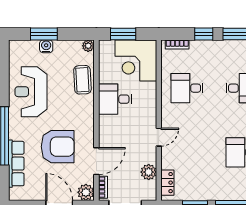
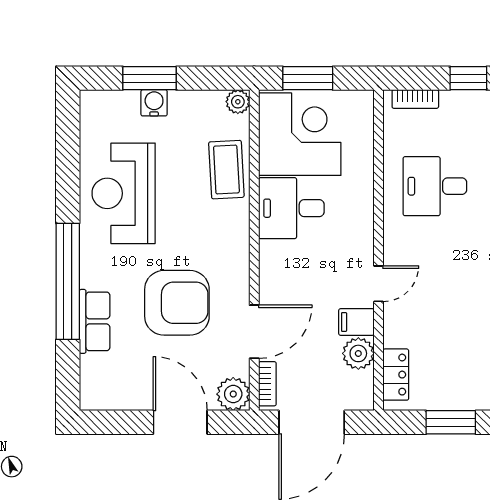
corner desk: (136, 60) -> (300, 134), moved, turned 180
filing cabinet: (148, 156) -> (356, 322), added
row of seats: (16, 164) -> (95, 321), width x0.68

